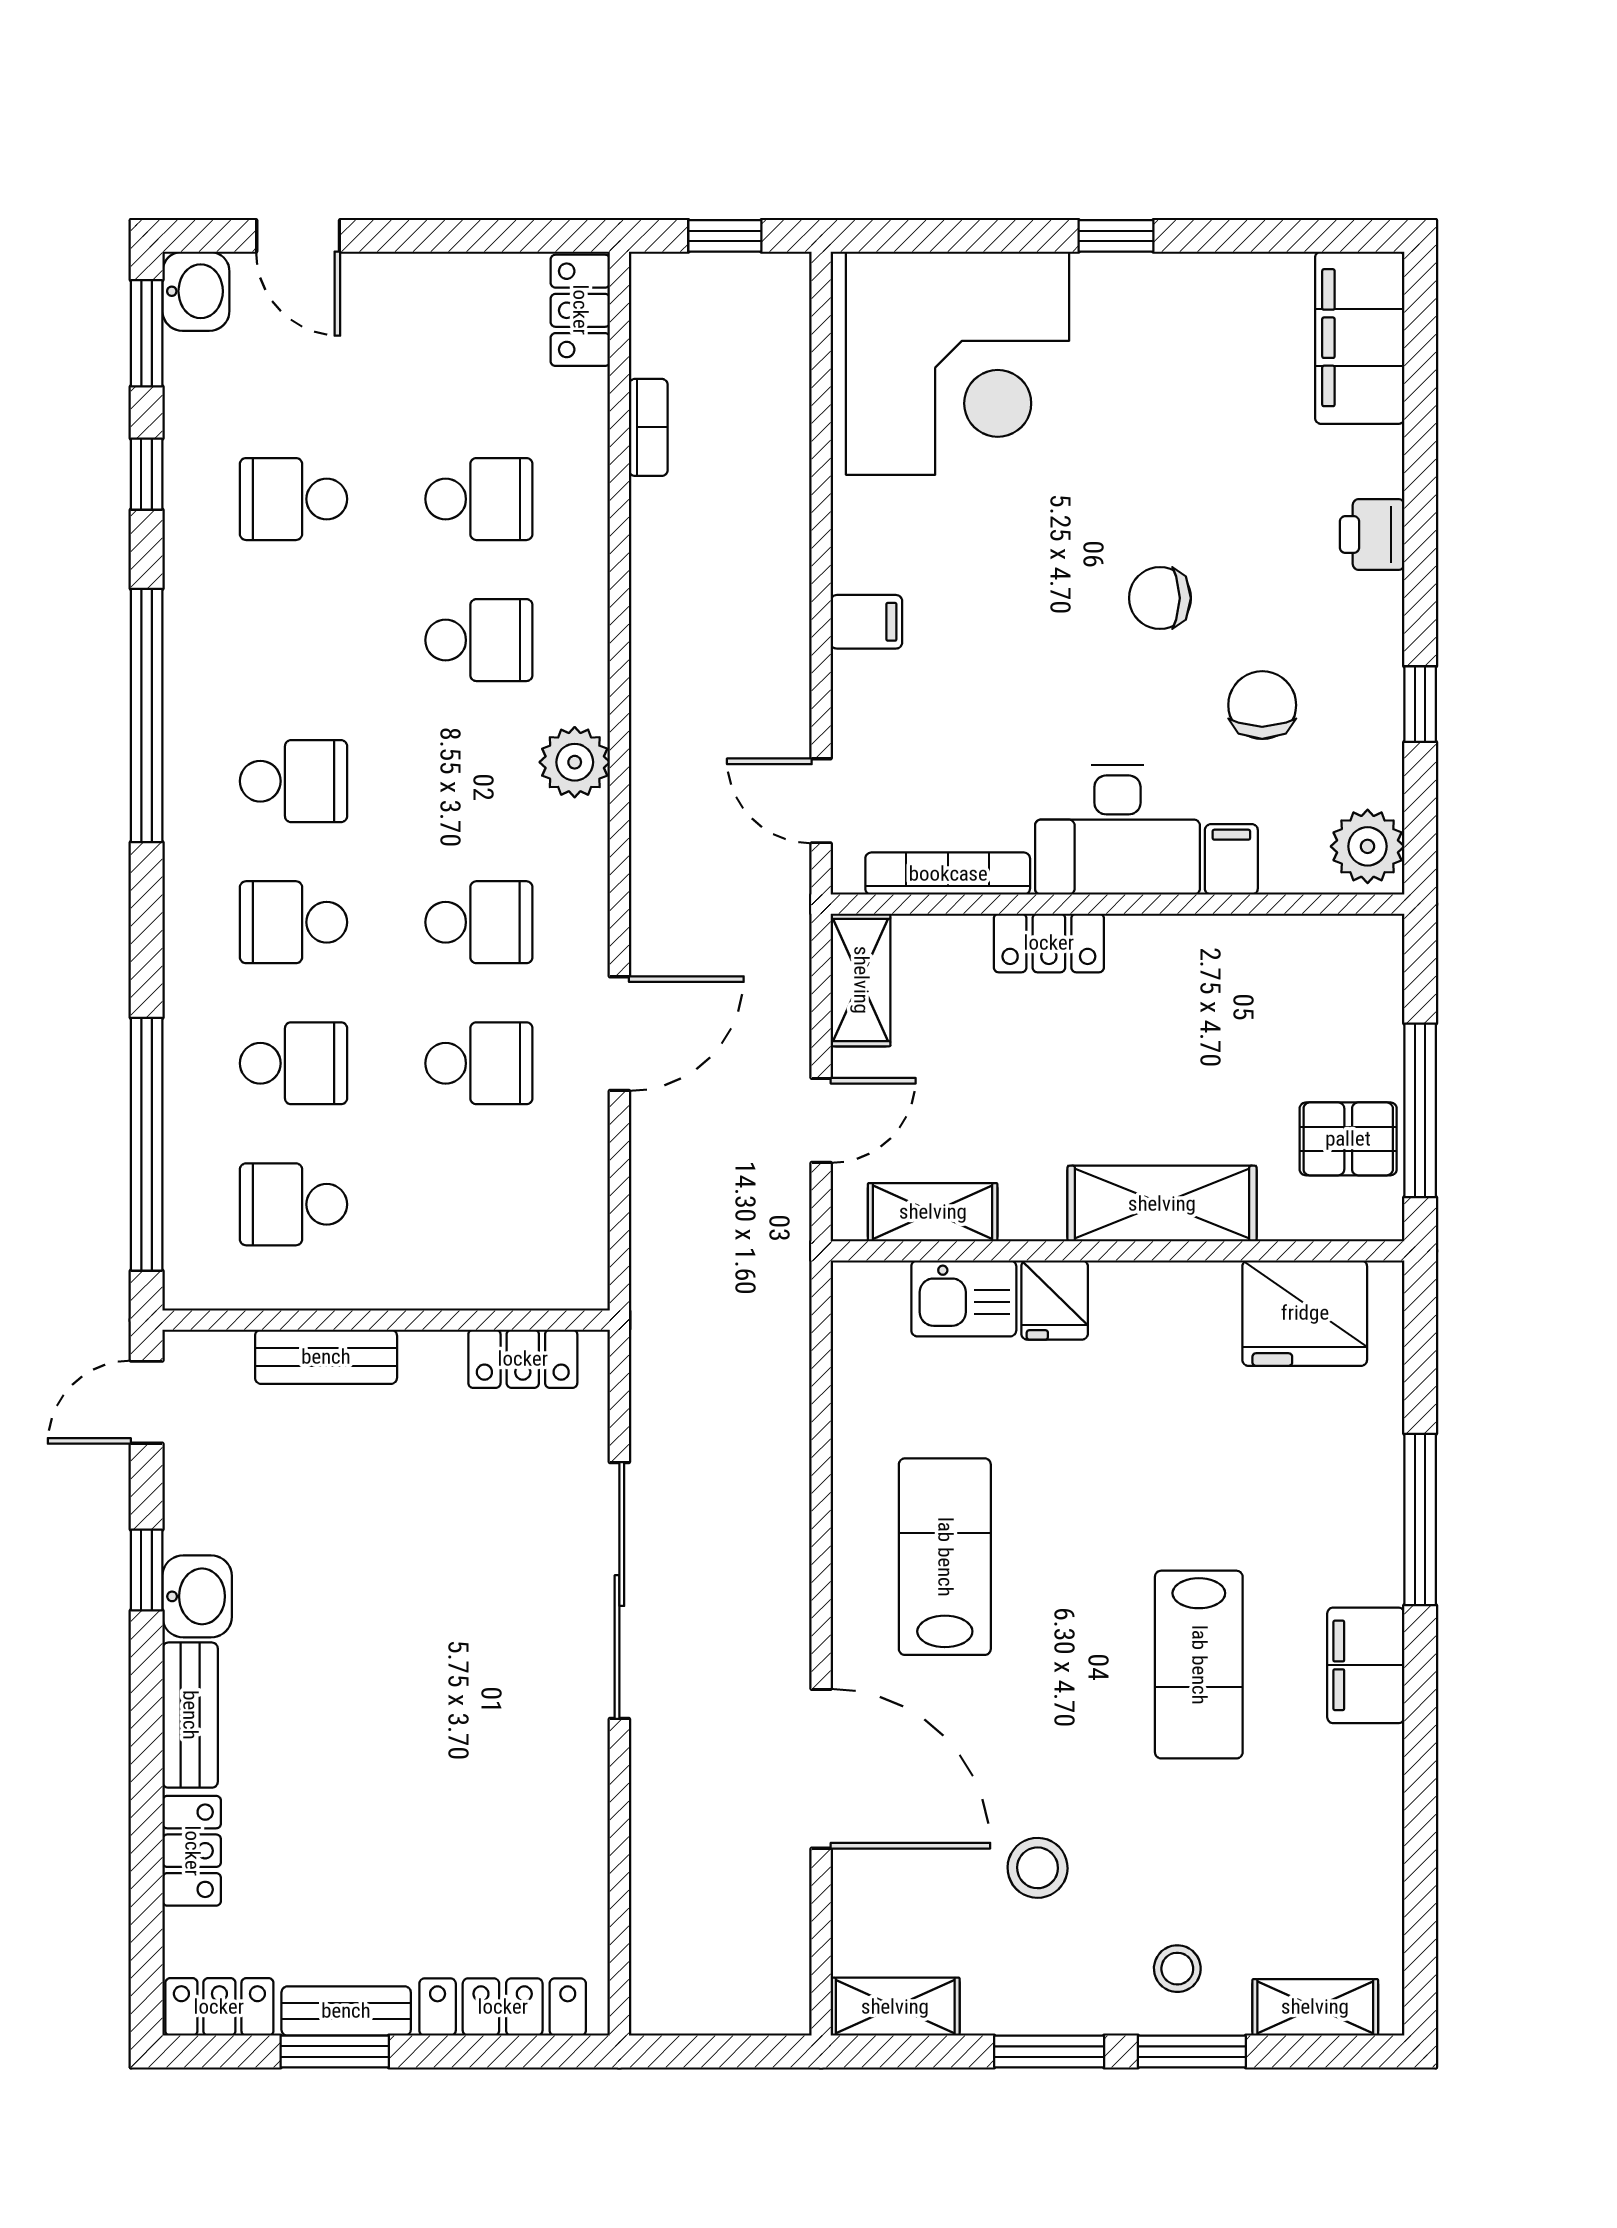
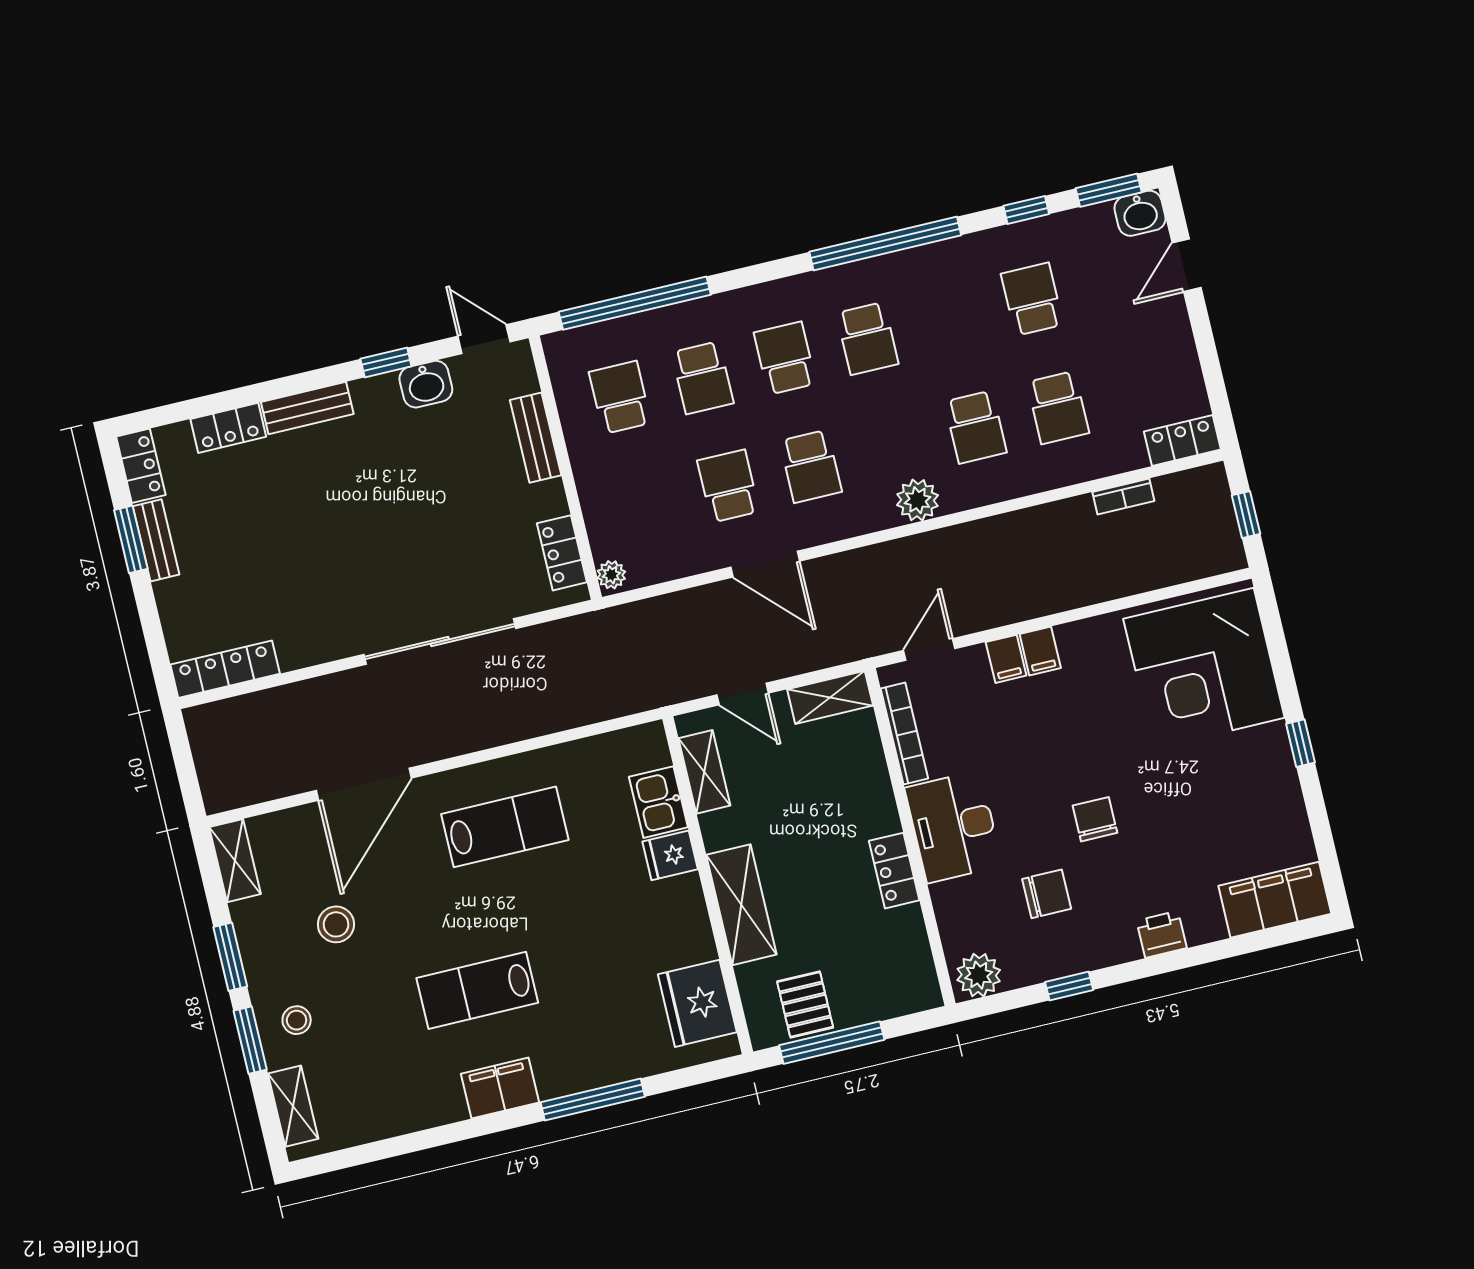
filing cabinet: (1231, 859) -> (1006, 659), moved, turned 90
locker: (1049, 943) -> (894, 871), moved
school desk: (479, 1063) -> (728, 486), turned 180
plant: (577, 1287) -> (611, 575), added
washbasin: (197, 1596) -> (426, 384), moved
locker: (503, 2007) -> (225, 669), moved, turned -90

